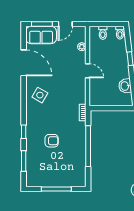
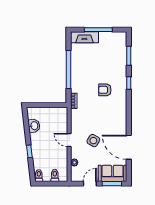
side table: (40, 95) -> (93, 141), moved
armchair: (52, 141) -> (105, 90), moved
fireplace: (71, 181) -> (84, 37), added

